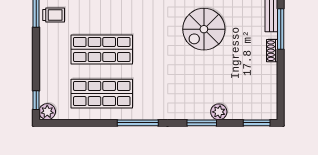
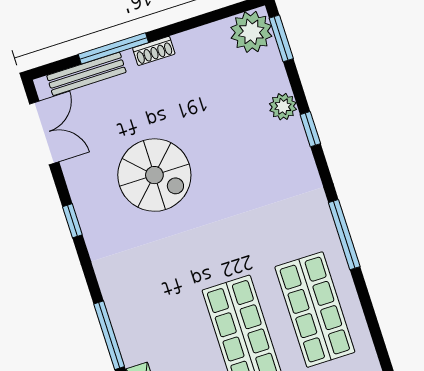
plant: (265, 108) -> (251, 32), added
window: (202, 123) -> (310, 129), width x0.67

